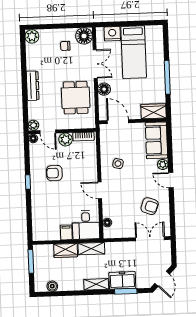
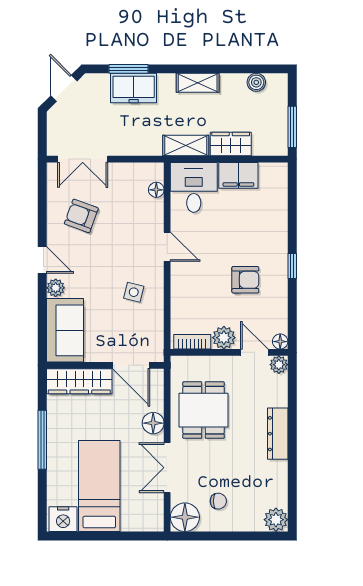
nightstand: (112, 34) -> (63, 519), moved
wardrobe: (153, 111) -> (79, 381), width x1.50
filing cabinet: (66, 232) -> (238, 175), width x2.00
shelving: (96, 284) -> (198, 83), moved

